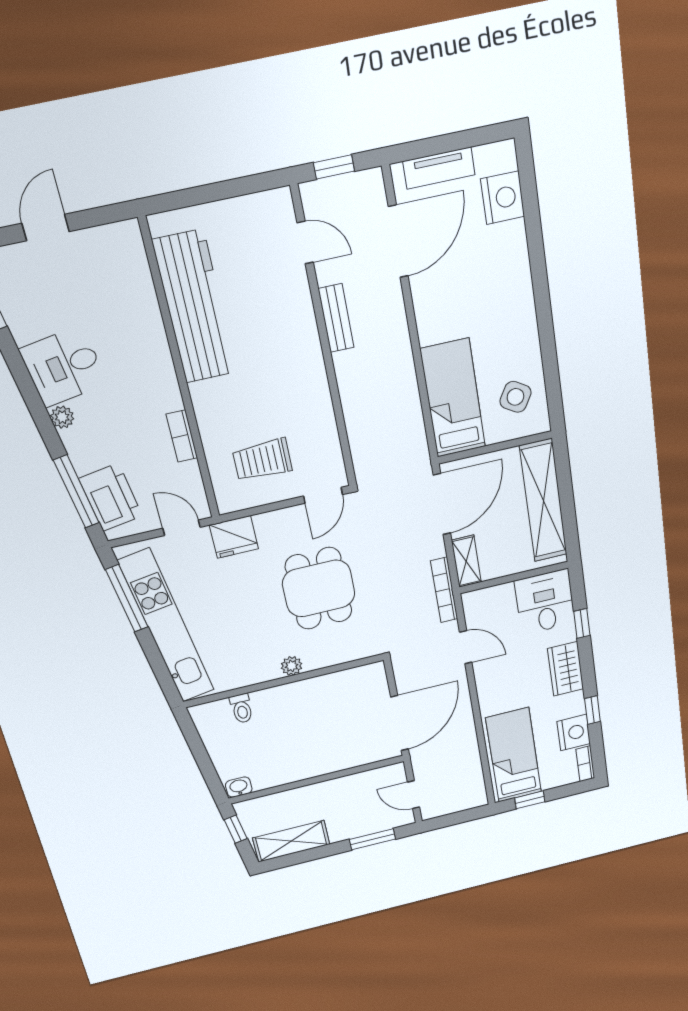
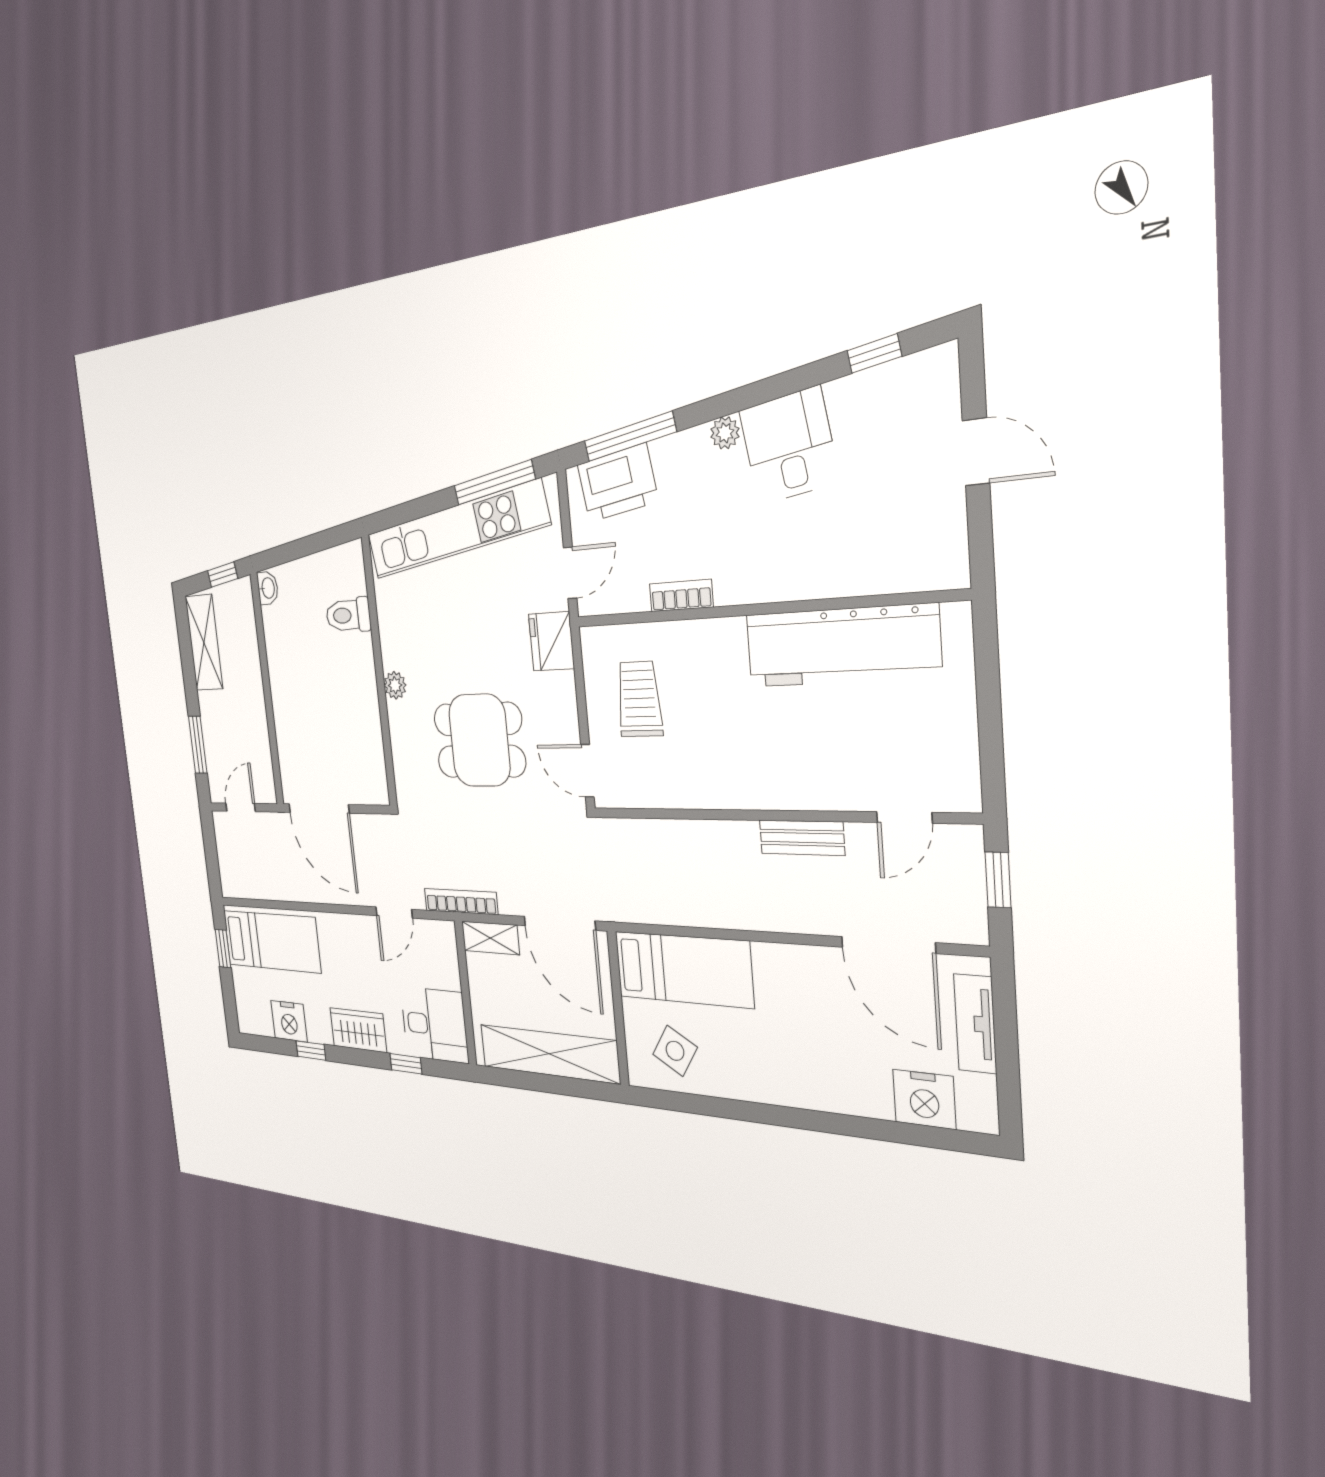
toilet: (242, 708) -> (348, 615), width x1.37, depth x1.39
bookcase: (585, 764) -> (255, 1026), removed

